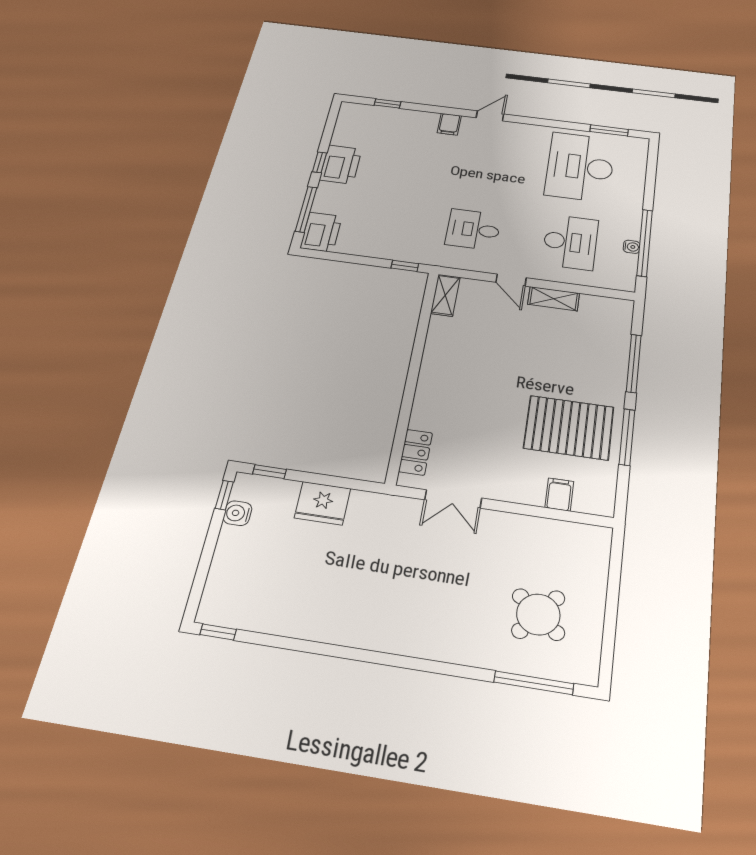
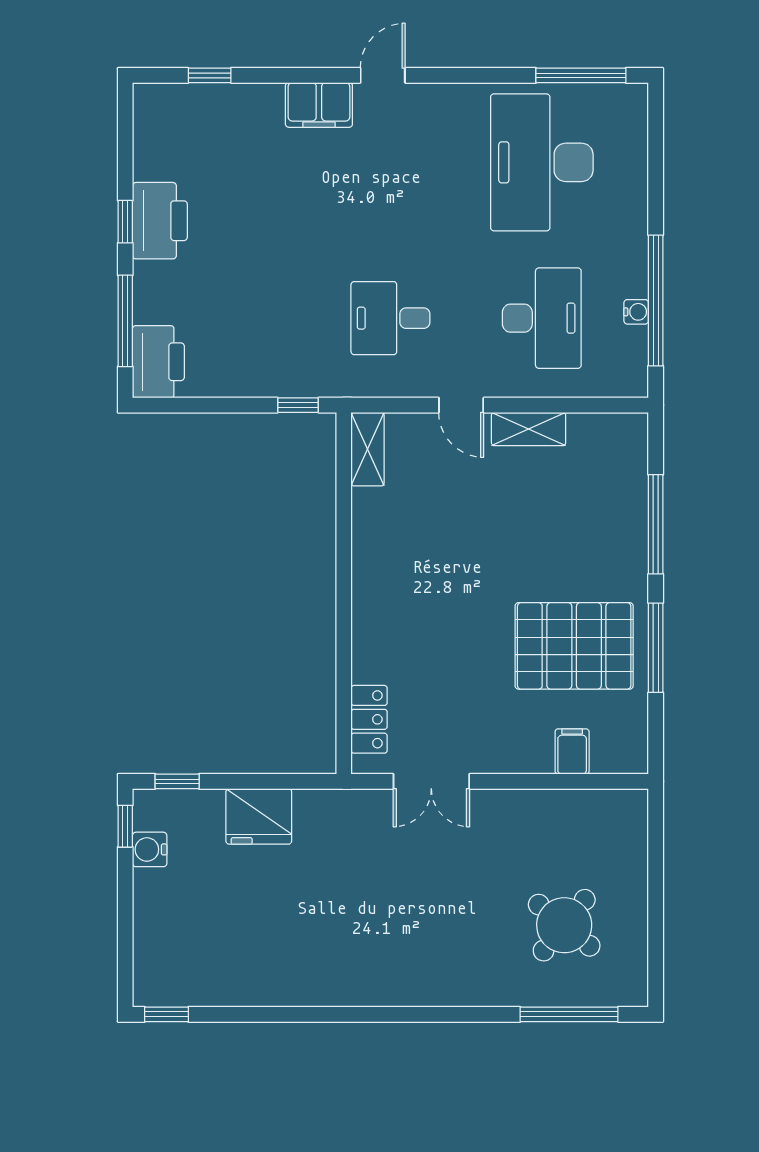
filing cabinet: (449, 124) -> (319, 105), width x2.00
window: (609, 130) -> (581, 75), width x1.44

